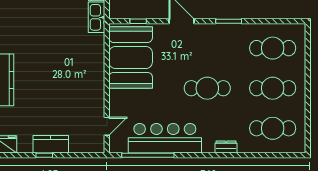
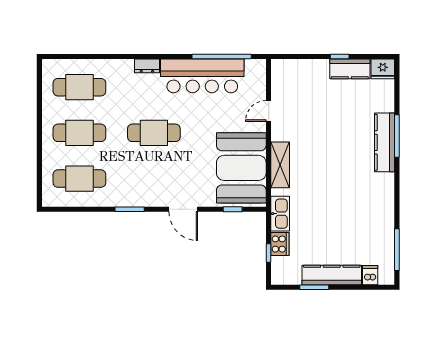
shelving: (97, 60) -> (280, 165), added
door: (107, 126) -> (268, 111), moved
kitchen counter: (51, 144) -> (350, 69), moved
dresser: (226, 147) -> (147, 66), moved

